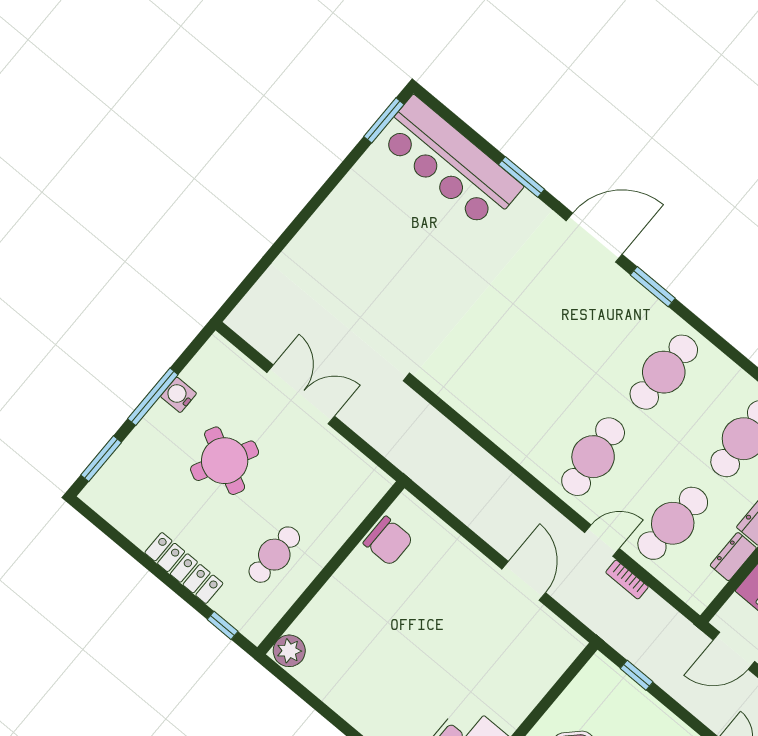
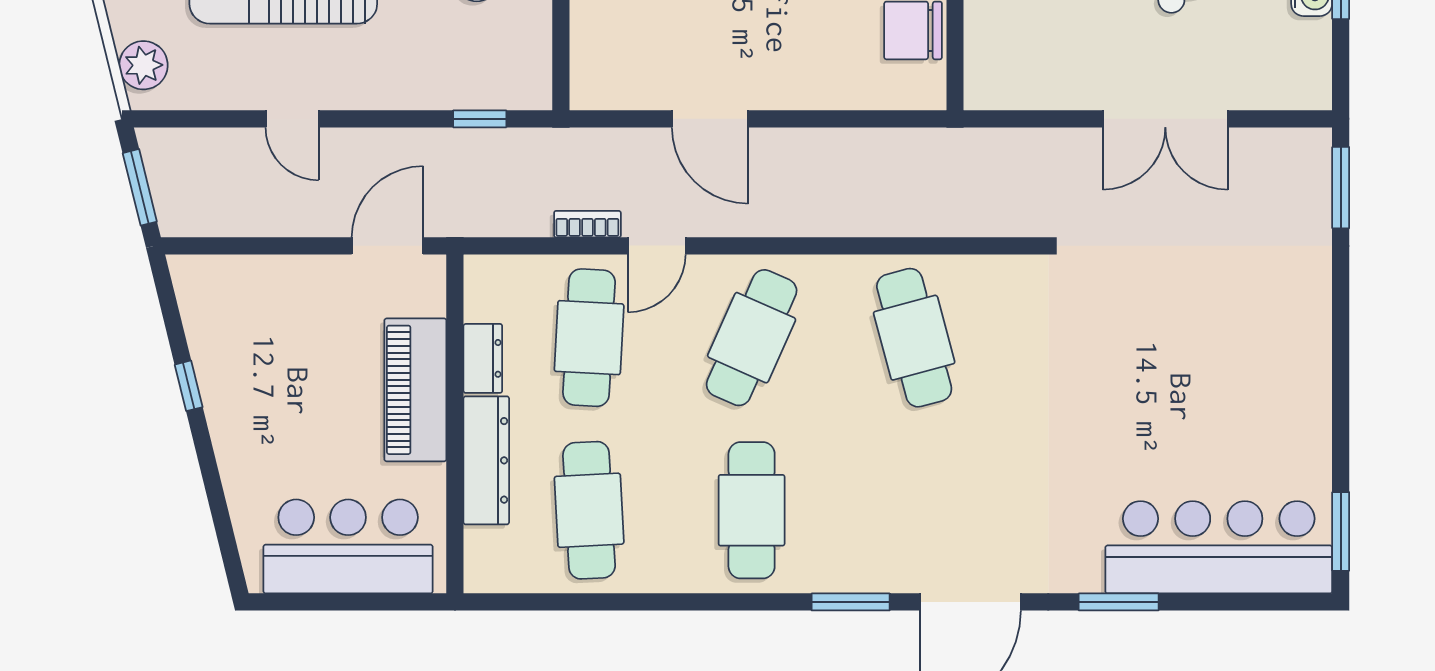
window: (243, 289) -> (1341, 188), added
cafe table: (513, 390) -> (914, 338), added
cafe table: (593, 457) -> (752, 338), turned 30

